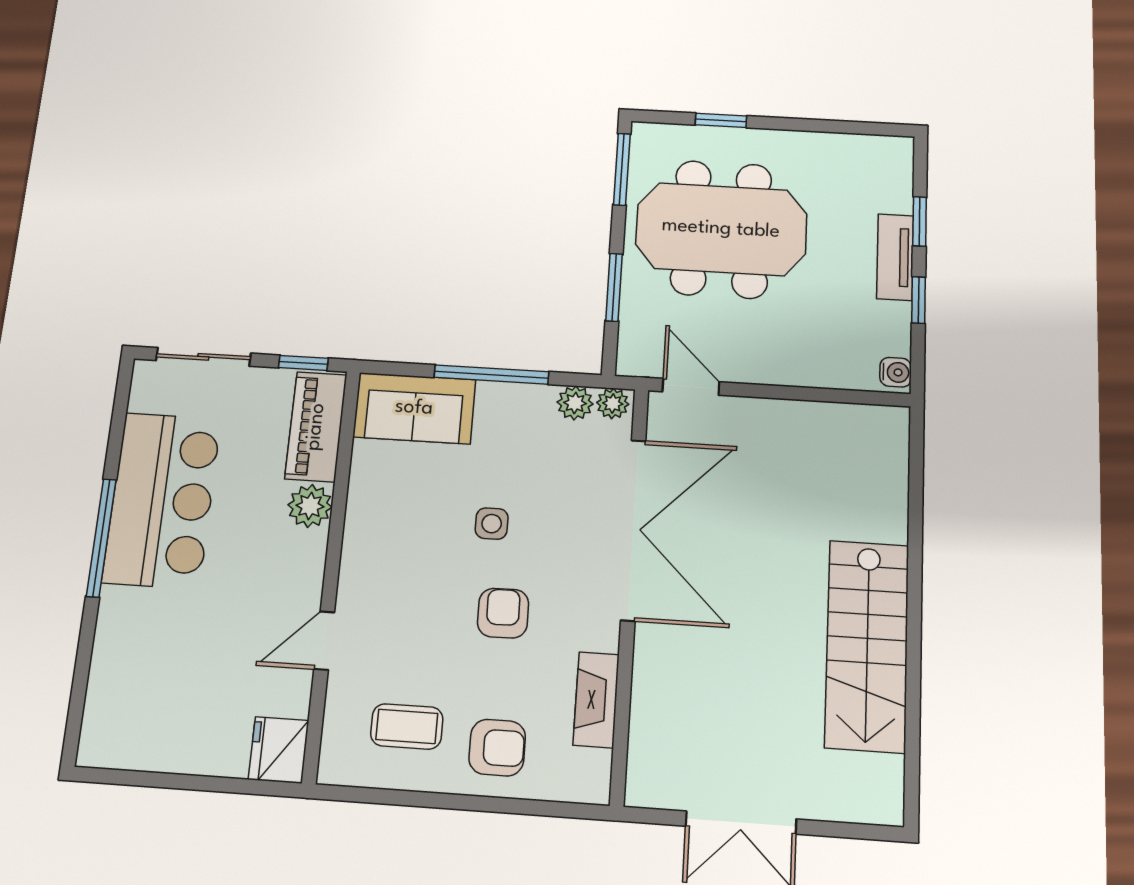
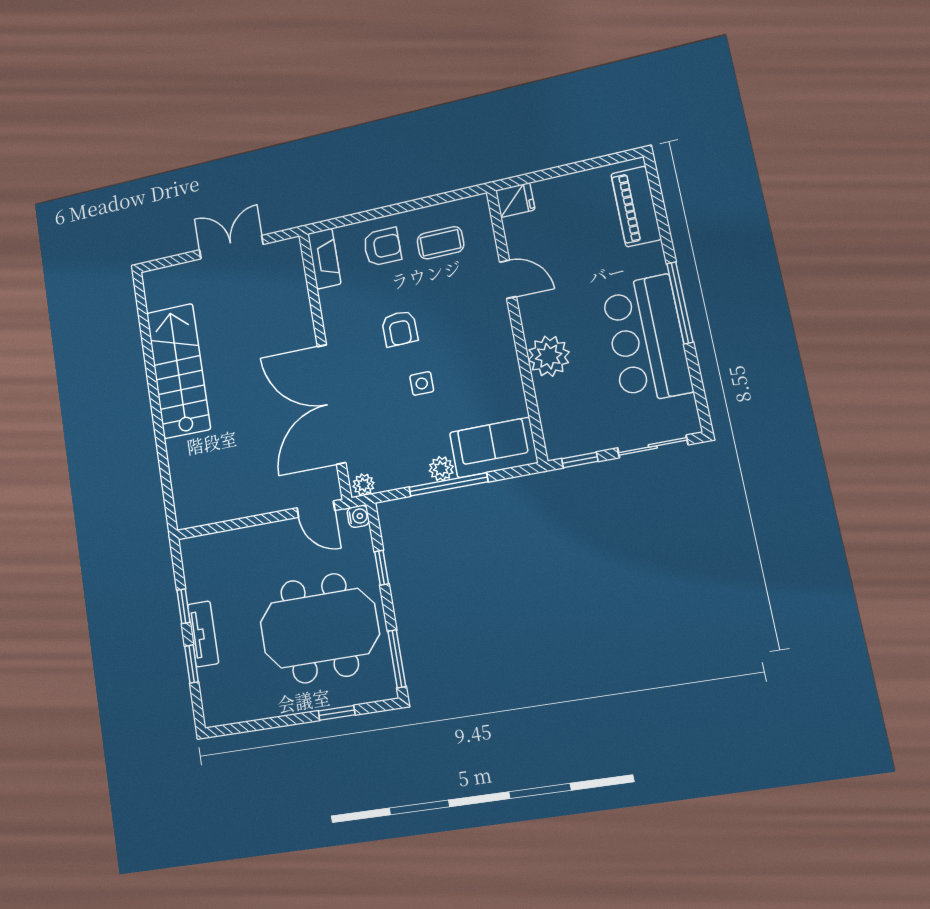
window: (614, 287) -> (382, 568), width x0.67
water cooler: (896, 372) -> (358, 516), moved, turned 180
plant: (575, 403) -> (441, 469), moved
piano: (316, 427) -> (636, 206), moved, turned 180
plant: (310, 506) -> (549, 356), width x1.36, depth x1.36
door: (324, 641) -> (508, 279), hinge flipped
fireplace: (596, 700) -> (324, 259), moved
armchair: (497, 748) -> (382, 247), turned 180
fridge: (279, 750) -> (515, 200), width x0.72

